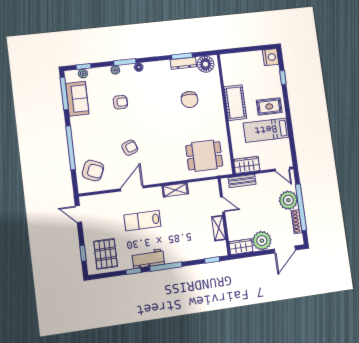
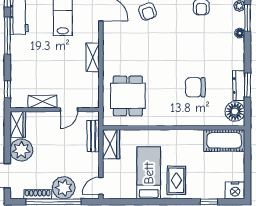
cot: (235, 103) -> (224, 140), moved

